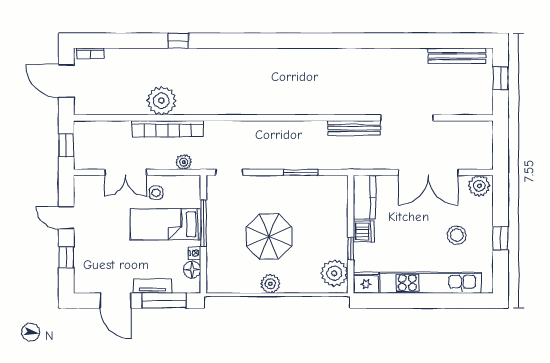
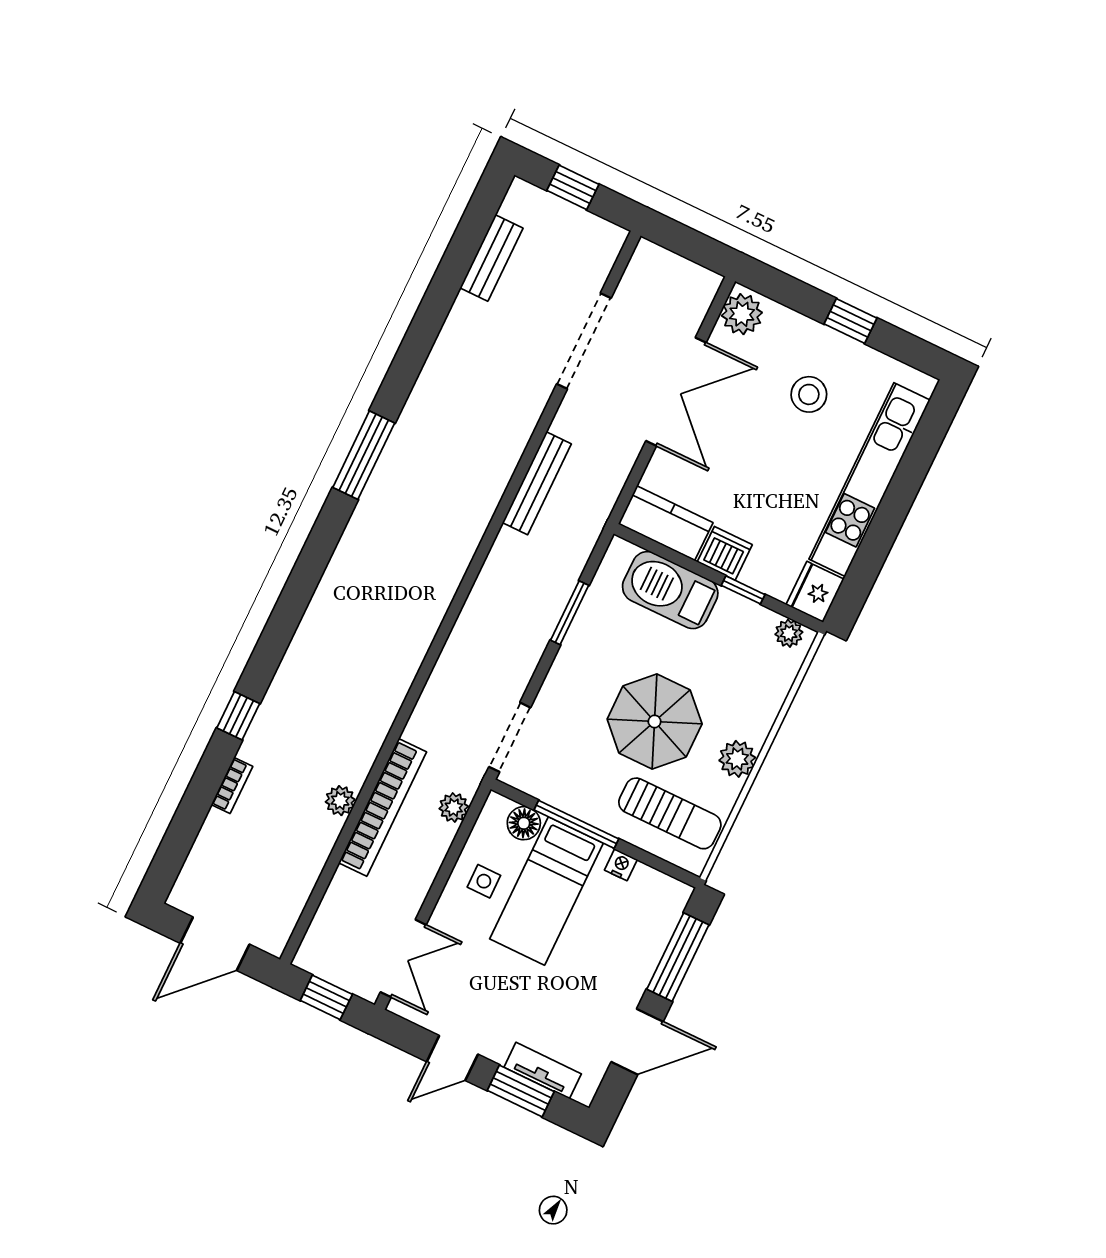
window: (328, 41) -> (364, 455), added
bookcase: (90, 53) -> (232, 786), moved
bench: (457, 56) -> (491, 258), width x0.73
plant: (161, 101) -> (340, 801), width x0.53, depth x0.53
doorway: (407, 118) -> (584, 341), moved
double door: (126, 172) -> (403, 958), moved
doorway: (229, 172) -> (510, 737), width x1.38
barbecue: (334, 214) -> (670, 590), added
window: (66, 257) -> (521, 1091), width x1.50
sun lounger: (230, 264) -> (670, 813), added
floor lamp: (192, 270) -> (524, 823), moved
plant: (334, 273) -> (789, 633), width x0.53, depth x0.53
tv unit: (152, 286) -> (543, 1071), moved, turned 90

